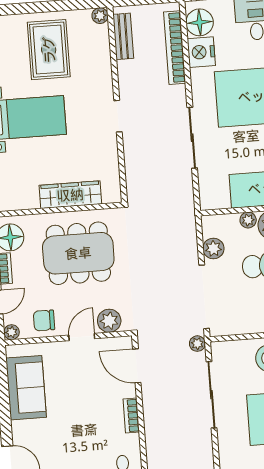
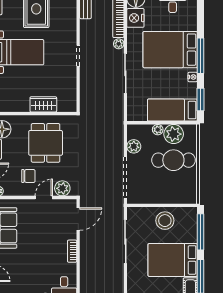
wardrobe: (70, 195) -> (43, 104), width x0.67
dining table: (78, 253) -> (46, 143), width x0.73
chair: (44, 320) -> (28, 176), moved, turned 180
plant: (197, 344) -> (119, 44), moved
door: (137, 366) -> (78, 219), swing flipped

